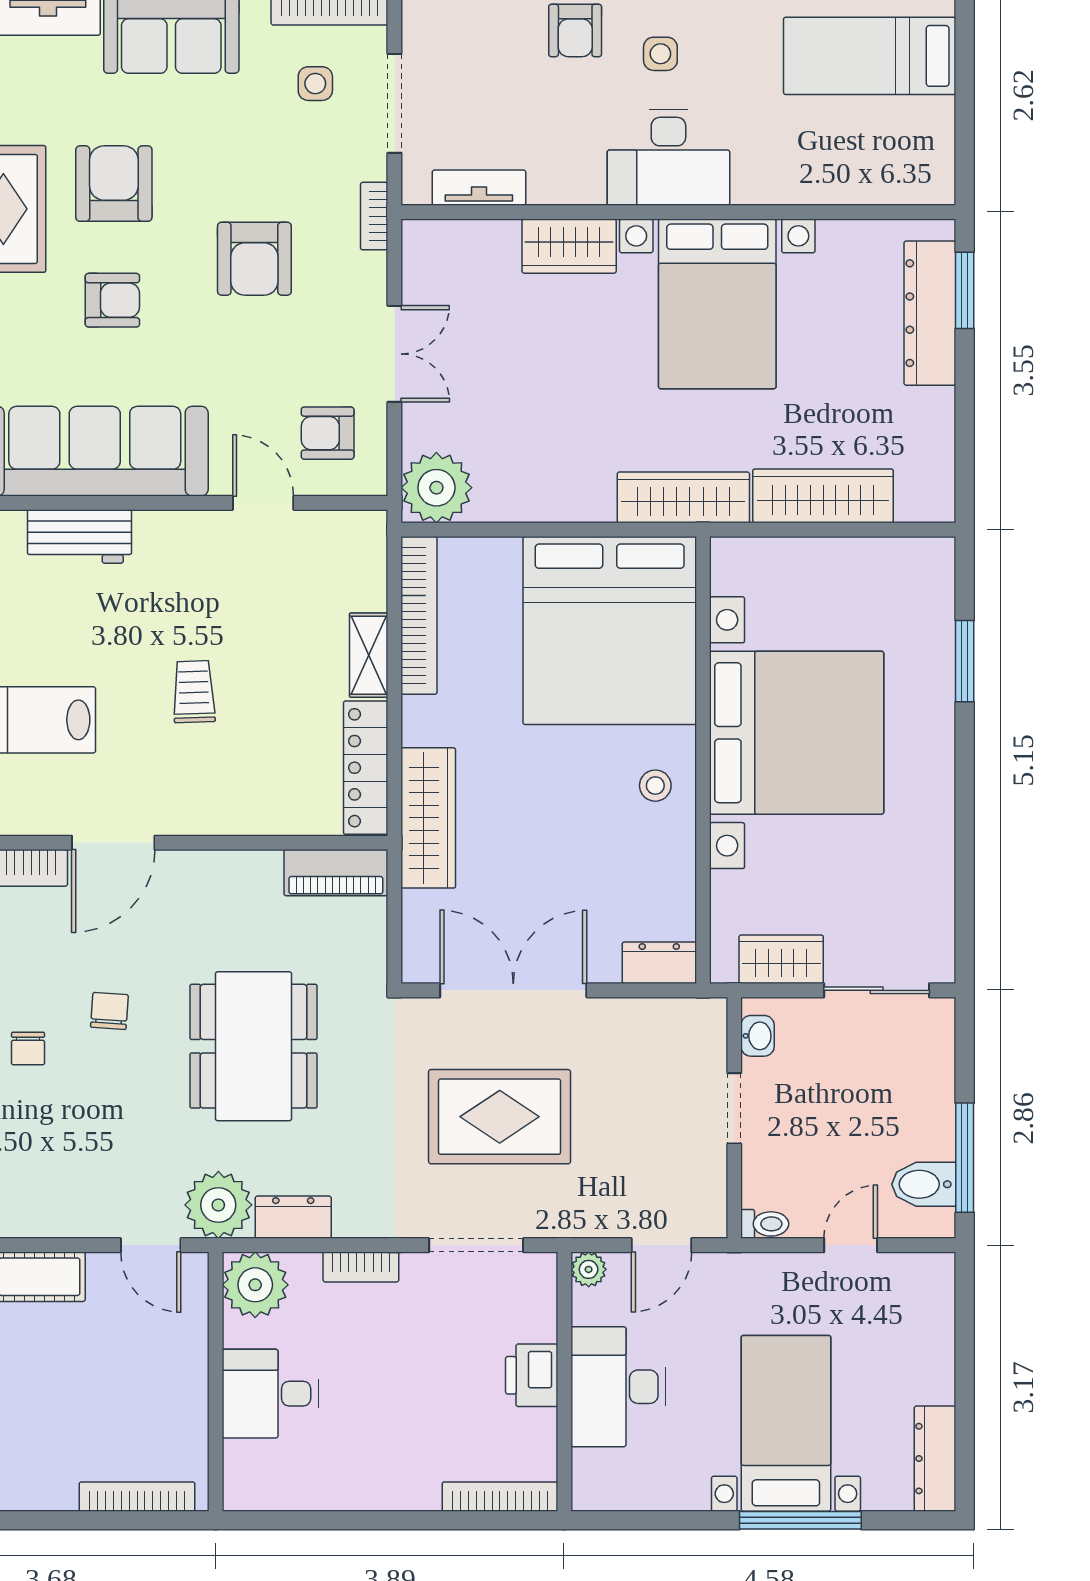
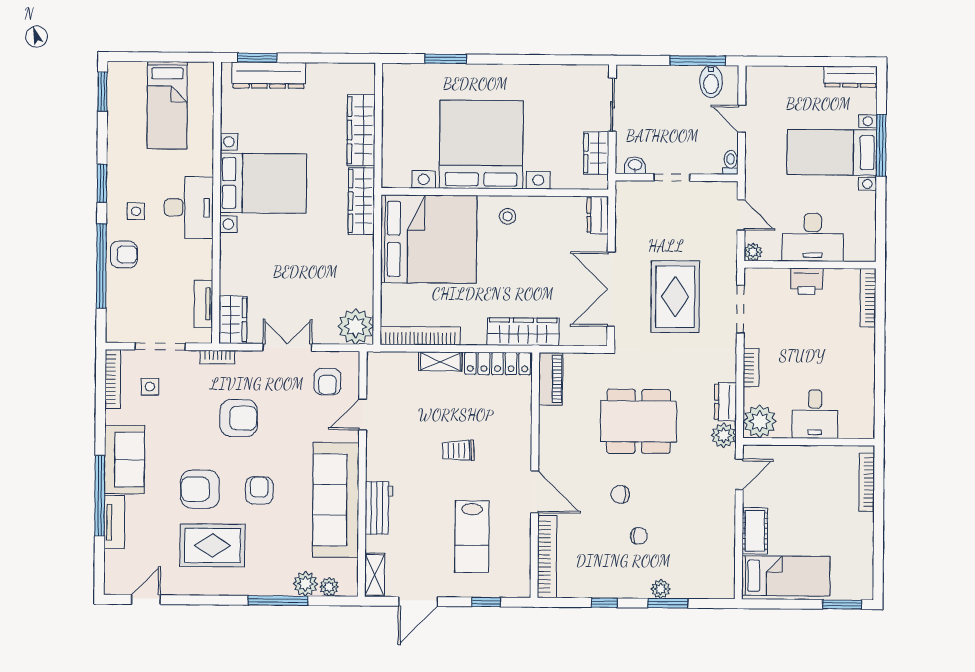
bed: (870, 56) -> (167, 105), moved
wardrobe: (569, 246) -> (233, 320), moved
plant: (218, 1205) -> (724, 435), width x0.73, depth x0.73

